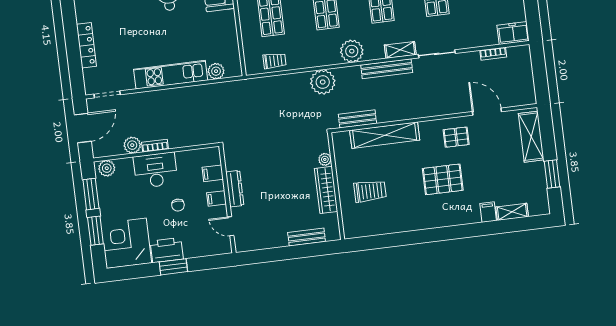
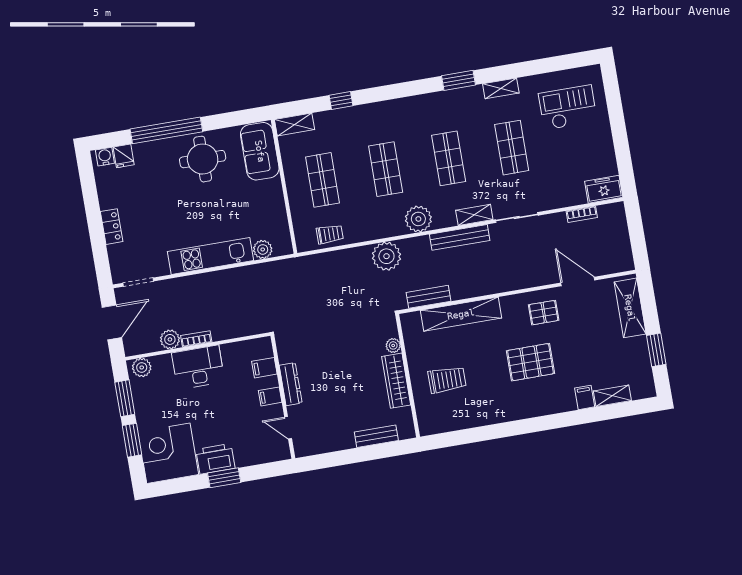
locker: (86, 45) -> (112, 227), width x0.66
chair: (178, 205) -> (226, 406), removed

